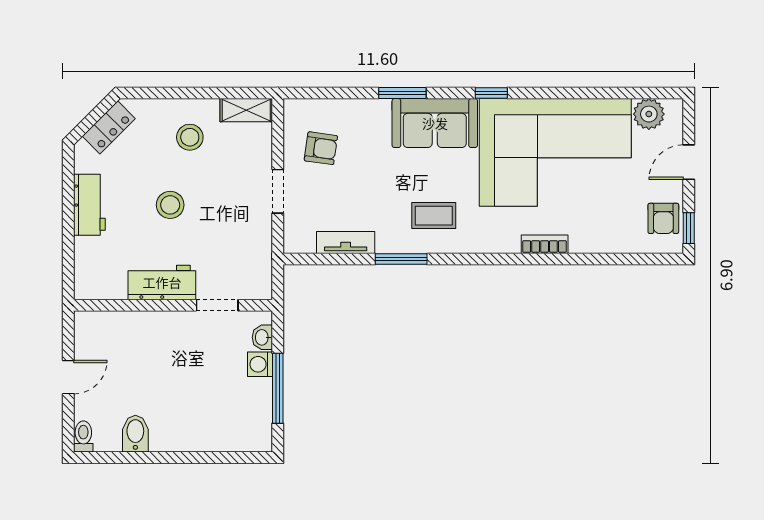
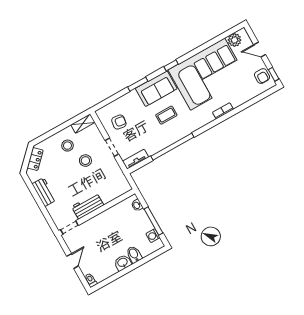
door: (689, 162) -> (260, 50), hinge flipped
stool: (170, 205) -> (85, 161), moved
coffee table: (434, 216) -> (166, 115), moved
tv unit: (346, 242) -> (136, 159), moved
window: (401, 259) -> (172, 147), width x2.11
doorway: (217, 305) -> (69, 227), moved
washing machine: (260, 364) -> (153, 236), moved
bidet: (135, 434) -> (134, 254), moved
washbasin: (168, 437) -> (123, 263), added

